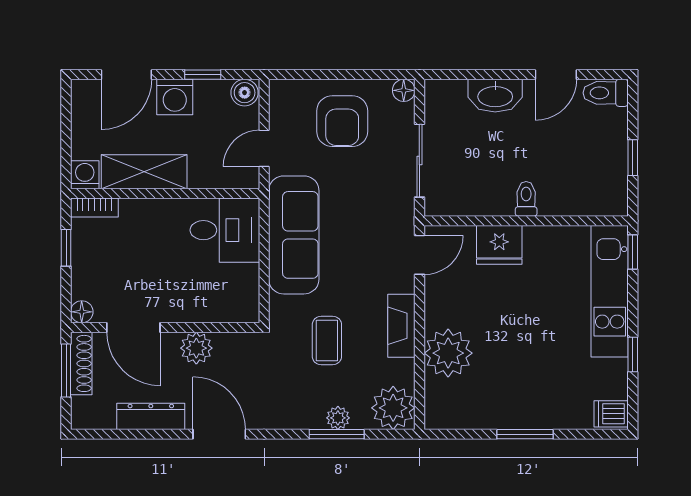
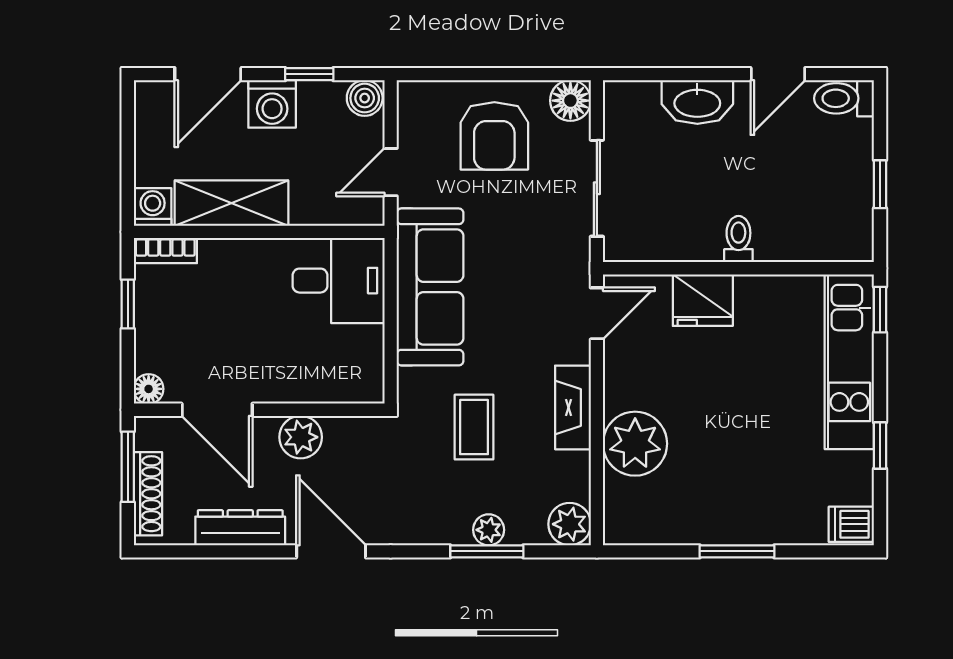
floor lamp: (404, 90) -> (570, 101), width x1.37, depth x1.37
shoe rack: (81, 363) -> (148, 494), moved
plant: (393, 408) -> (570, 524), width x0.73, depth x0.73

